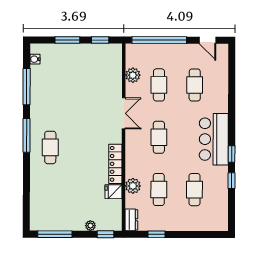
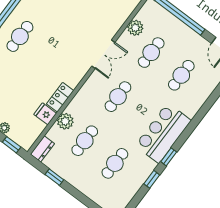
locker: (115, 164) -> (60, 97), width x0.66

